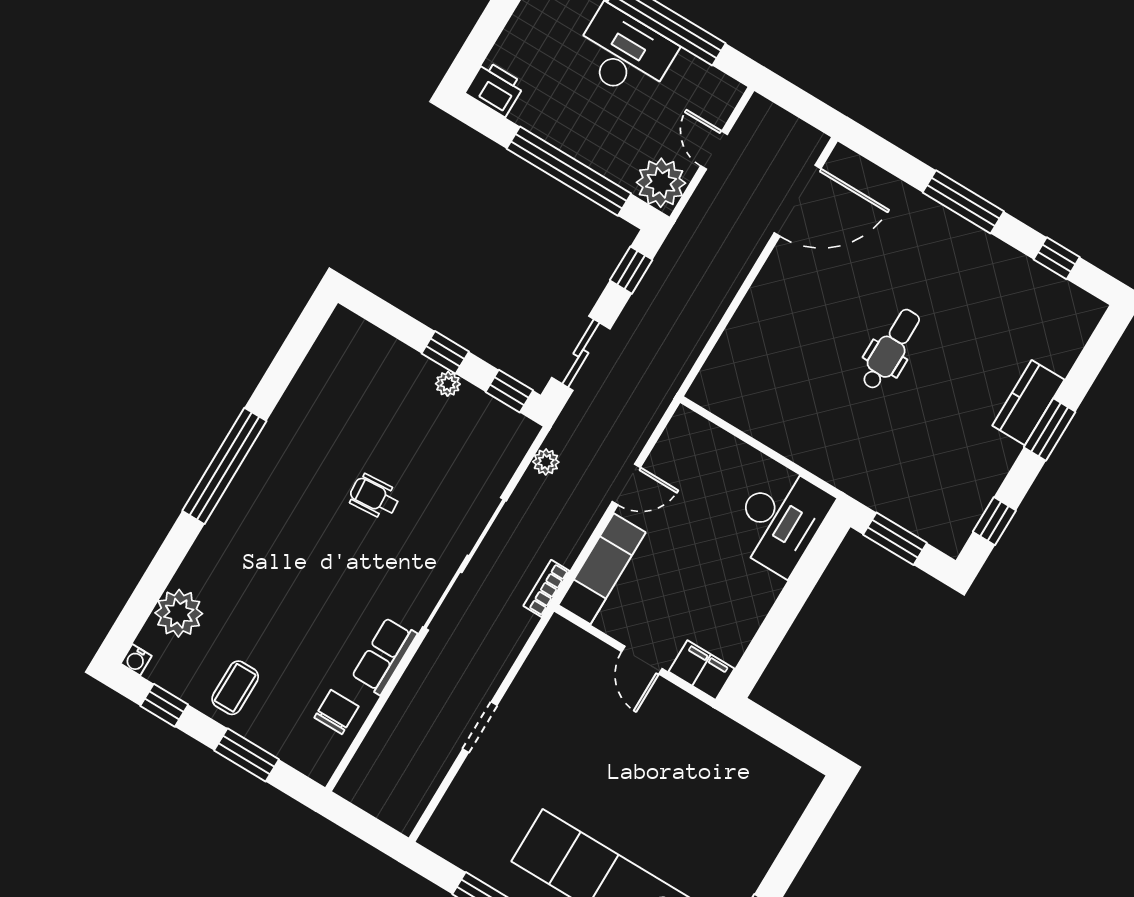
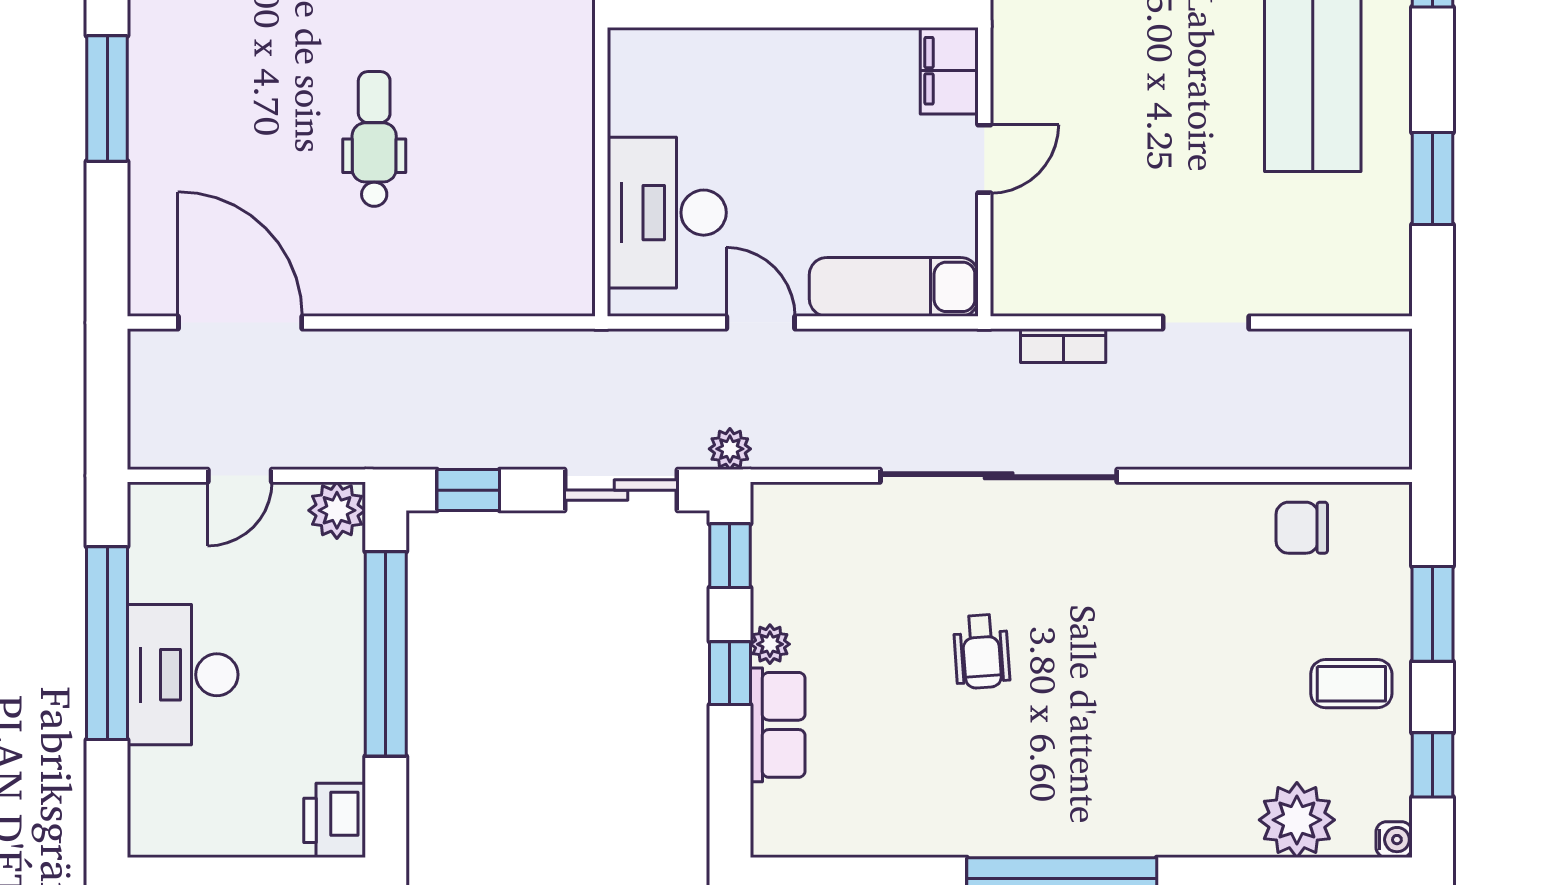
plant: (661, 183) -> (337, 510), width x0.73, depth x0.73
dental chair: (891, 349) -> (374, 139), moved, turned 90
plant: (546, 462) -> (730, 449), moved
desk: (780, 520) -> (667, 213), moved, turned -90
bookcase: (546, 588) -> (1063, 346), moved
row of seats: (384, 656) -> (778, 725), moved, turned -90

